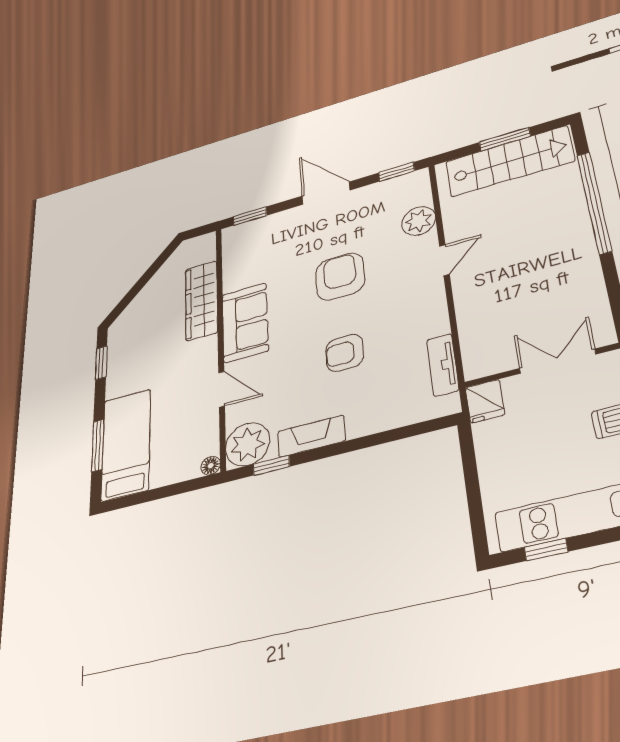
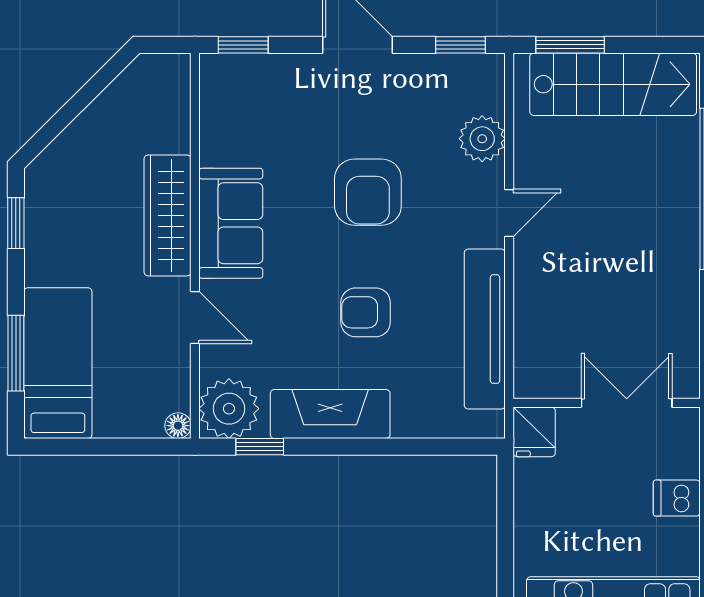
window: (505, 139) -> (570, 45), moved
armchair: (340, 276) -> (368, 192), turned 180
wardrobe: (201, 300) -> (168, 215), moved
tv unit: (443, 365) -> (485, 329), width x1.92, depth x1.29
fireplace: (311, 436) -> (330, 414), width x1.37, depth x1.32

